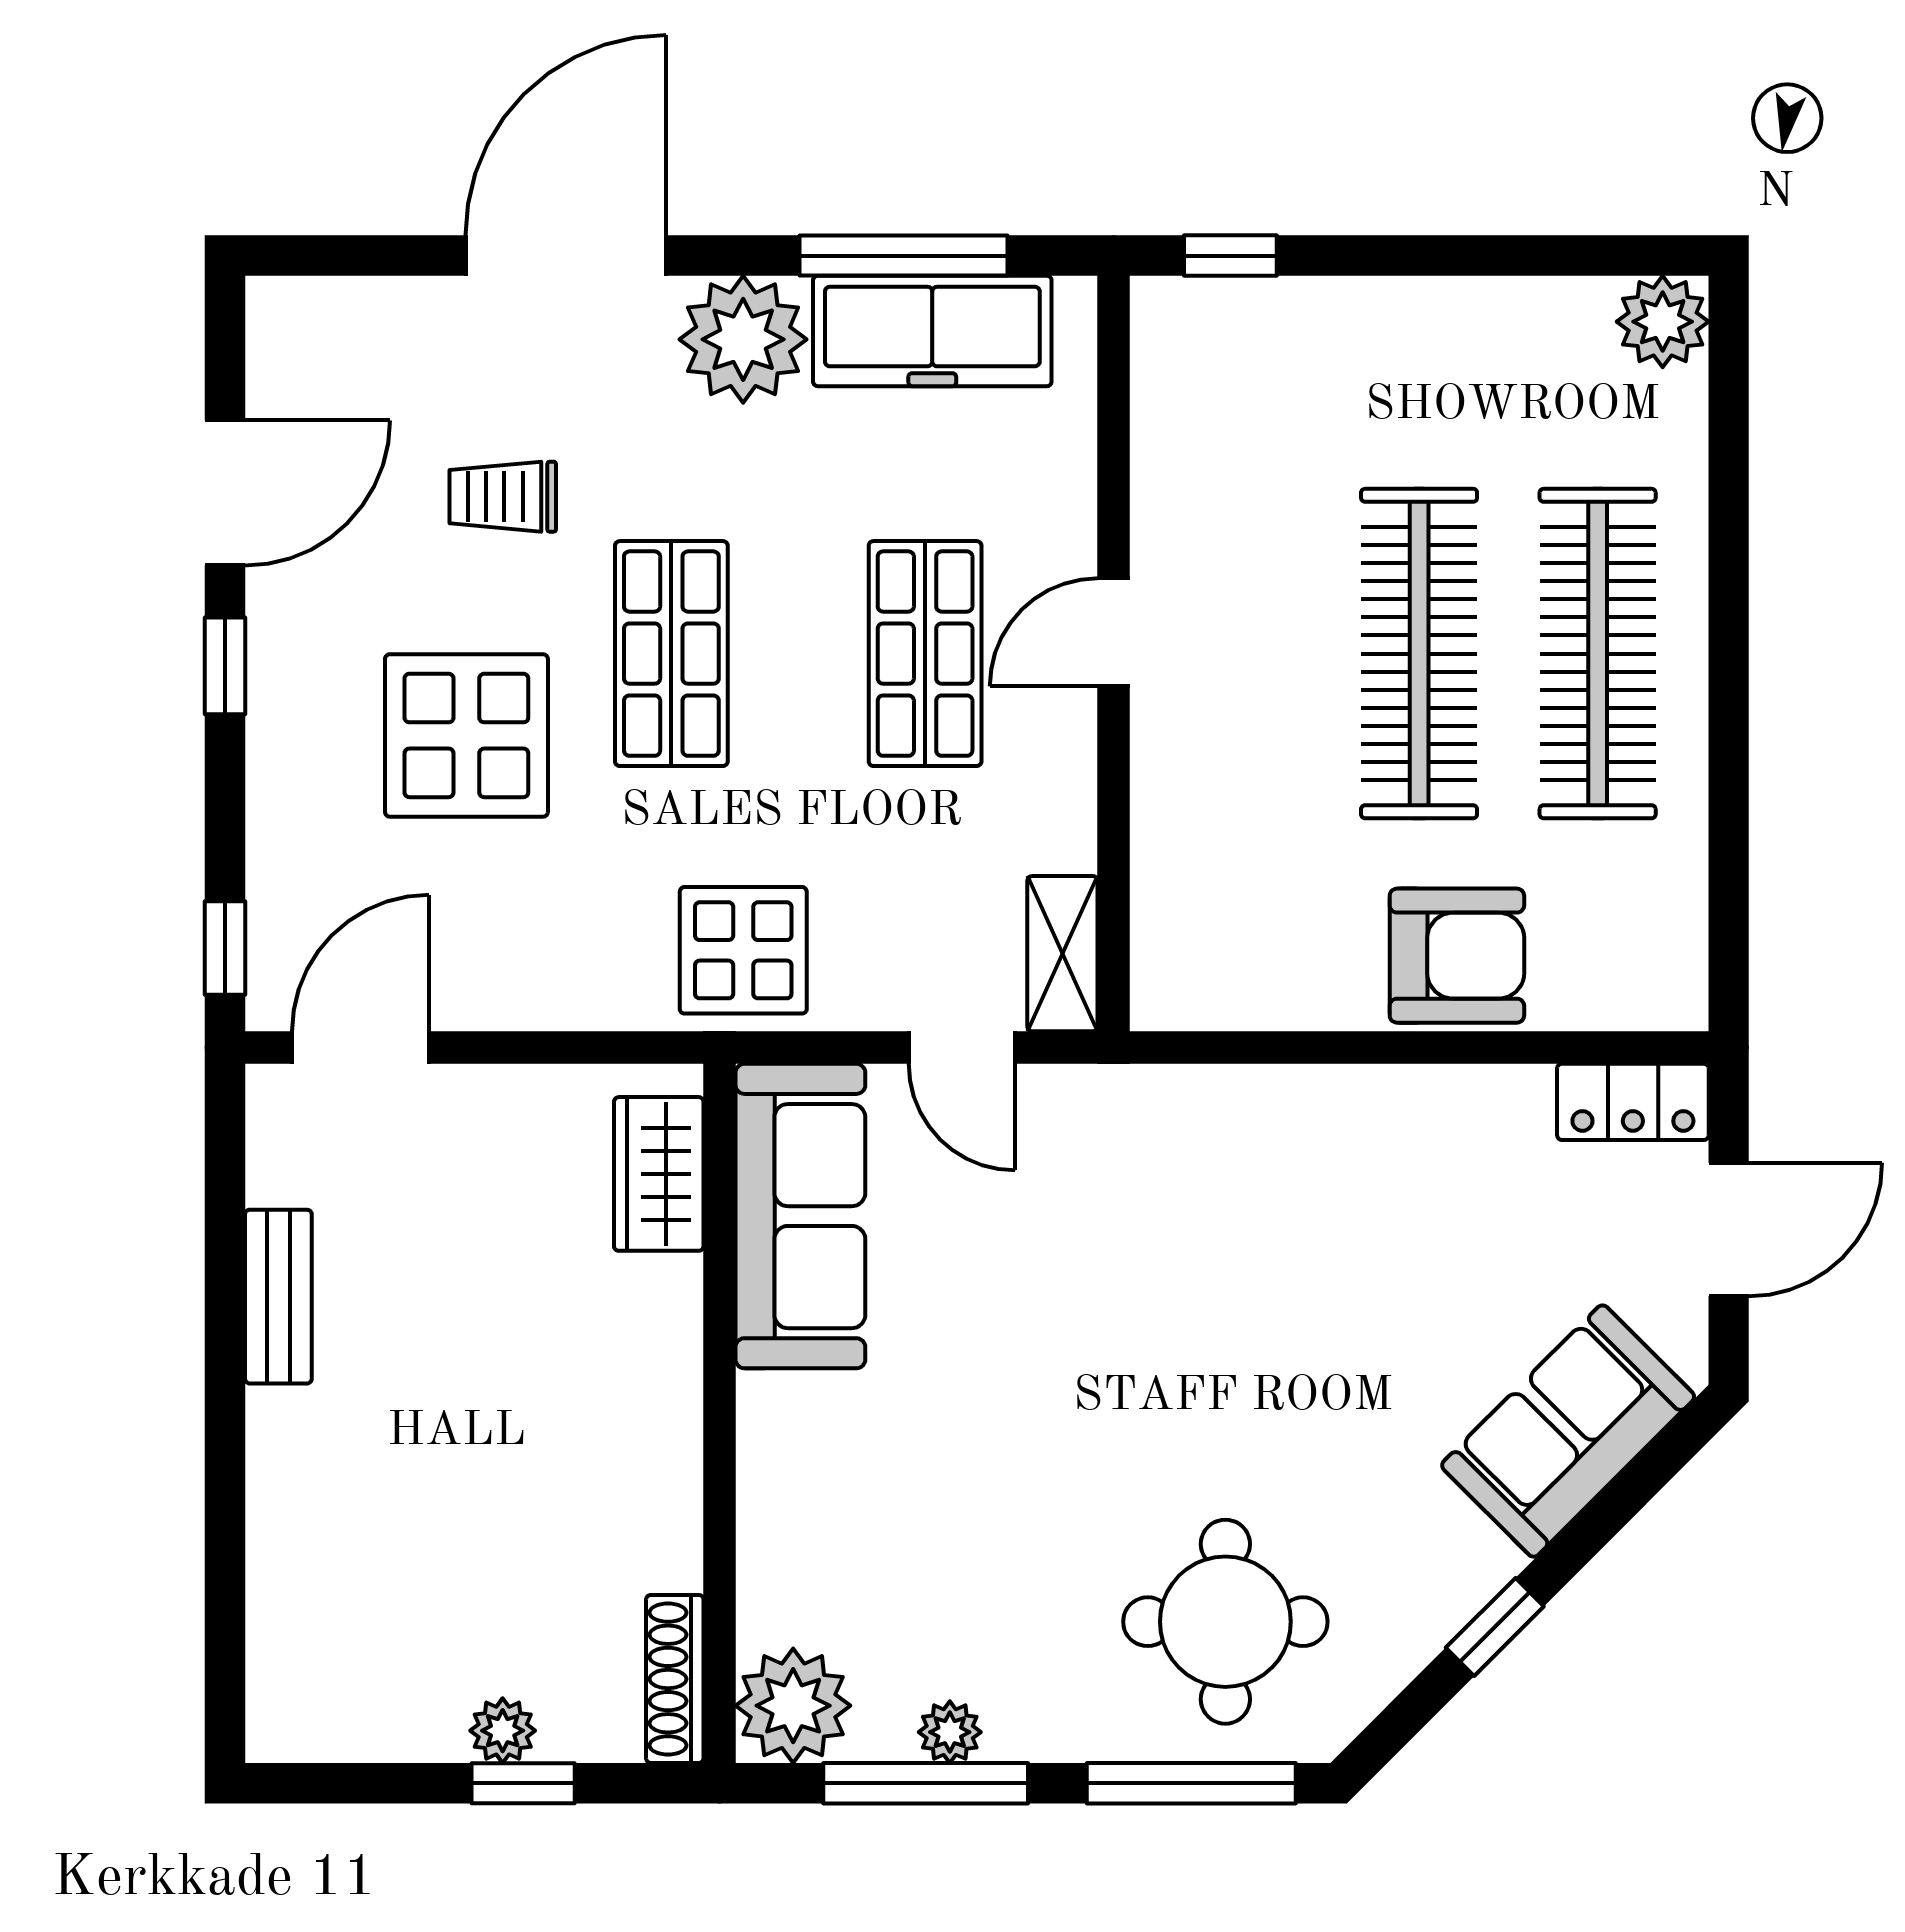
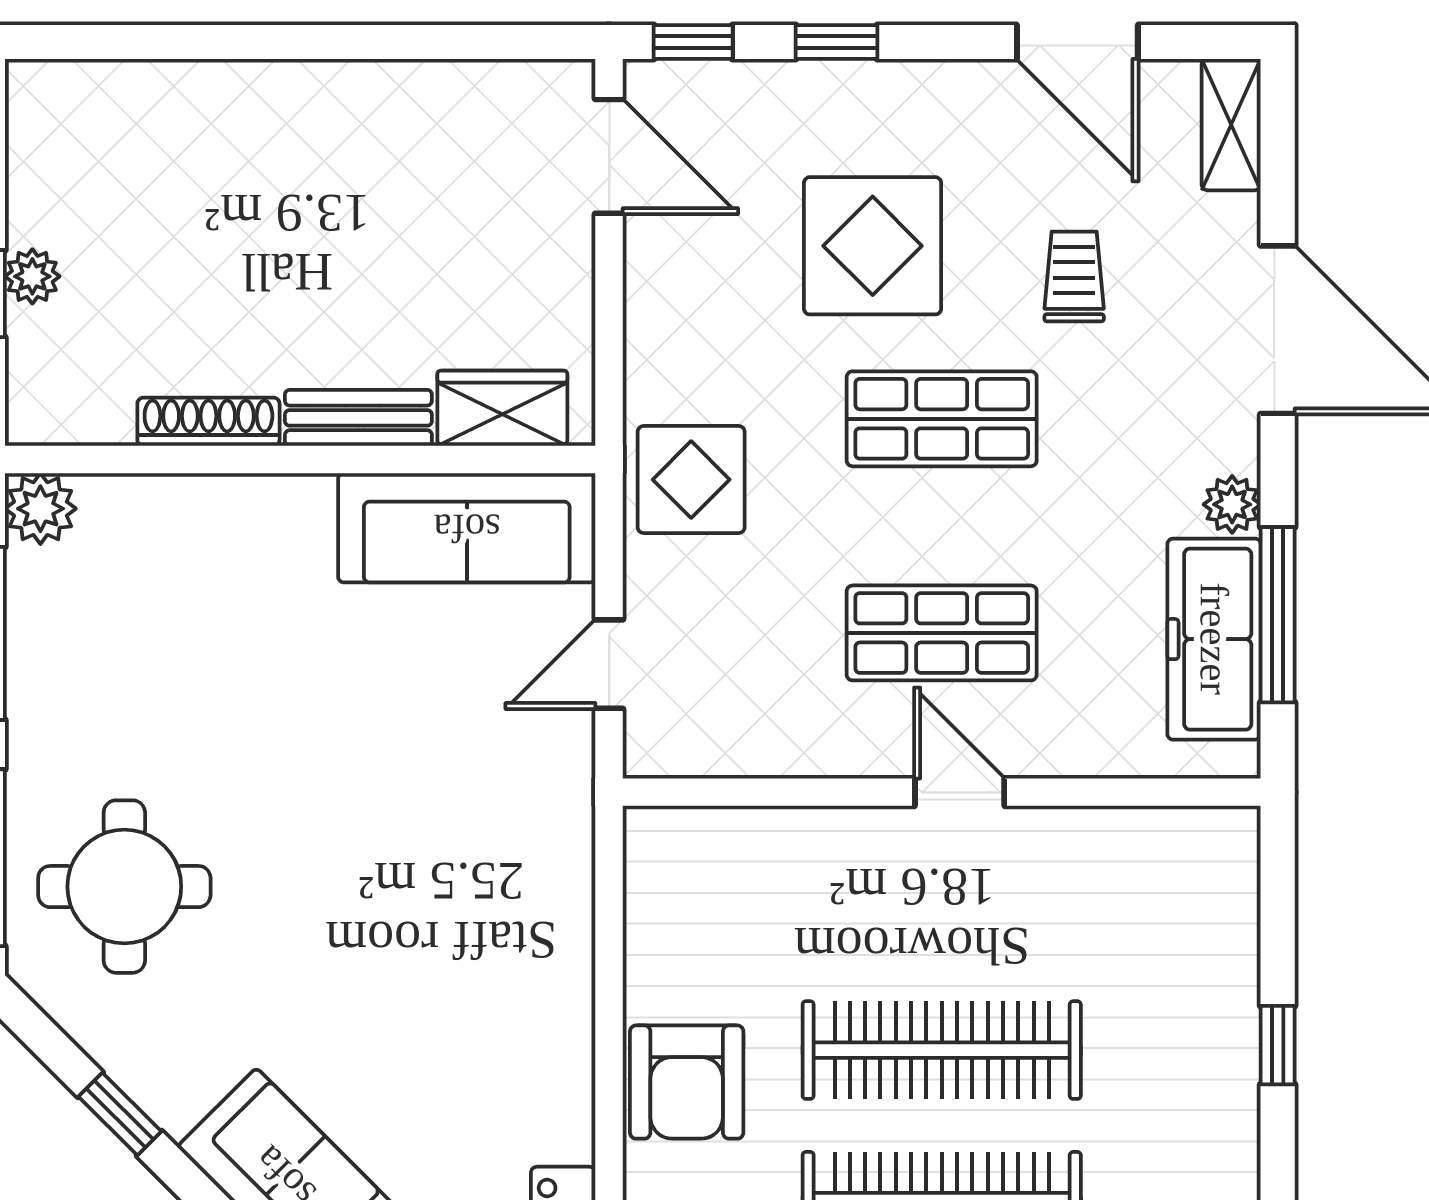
window: (1230, 256) -> (1278, 1045), moved
plant: (743, 339) -> (1232, 504), width x0.53, depth x0.53
window: (225, 666) -> (836, 42), moved
shelving: (1062, 954) -> (1231, 125), moved, turned 90
bench: (278, 1297) -> (358, 418), moved
shoe rack: (675, 1679) -> (208, 422), moved
plant: (793, 1706) -> (40, 509), width x0.73, depth x0.73
plant: (950, 1732) -> (31, 654), removed

